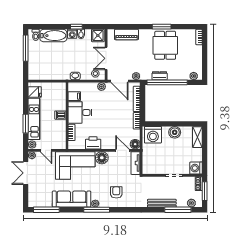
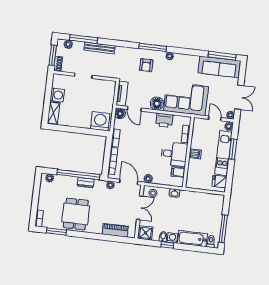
window: (162, 27) -> (56, 231), moved
boiler: (175, 132) -> (77, 121), removed
washing machine: (196, 168) -> (57, 95), moved
sofa: (72, 199) -> (219, 67), moved
window: (97, 210) -> (153, 47), moved

